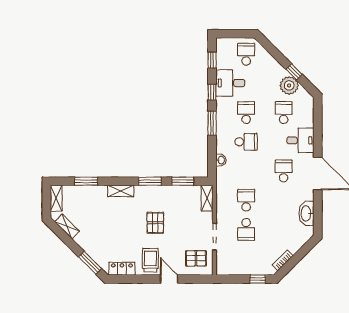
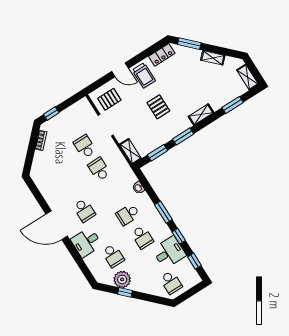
school desk: (246, 200) -> (99, 169), turned 180
washbasin: (306, 213) -> (46, 189), removed
shelving: (67, 226) -> (213, 58), moved

